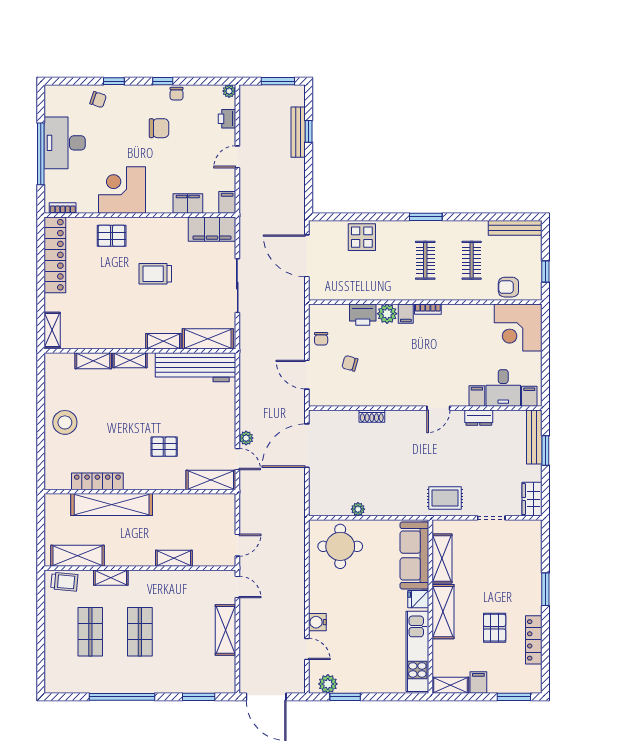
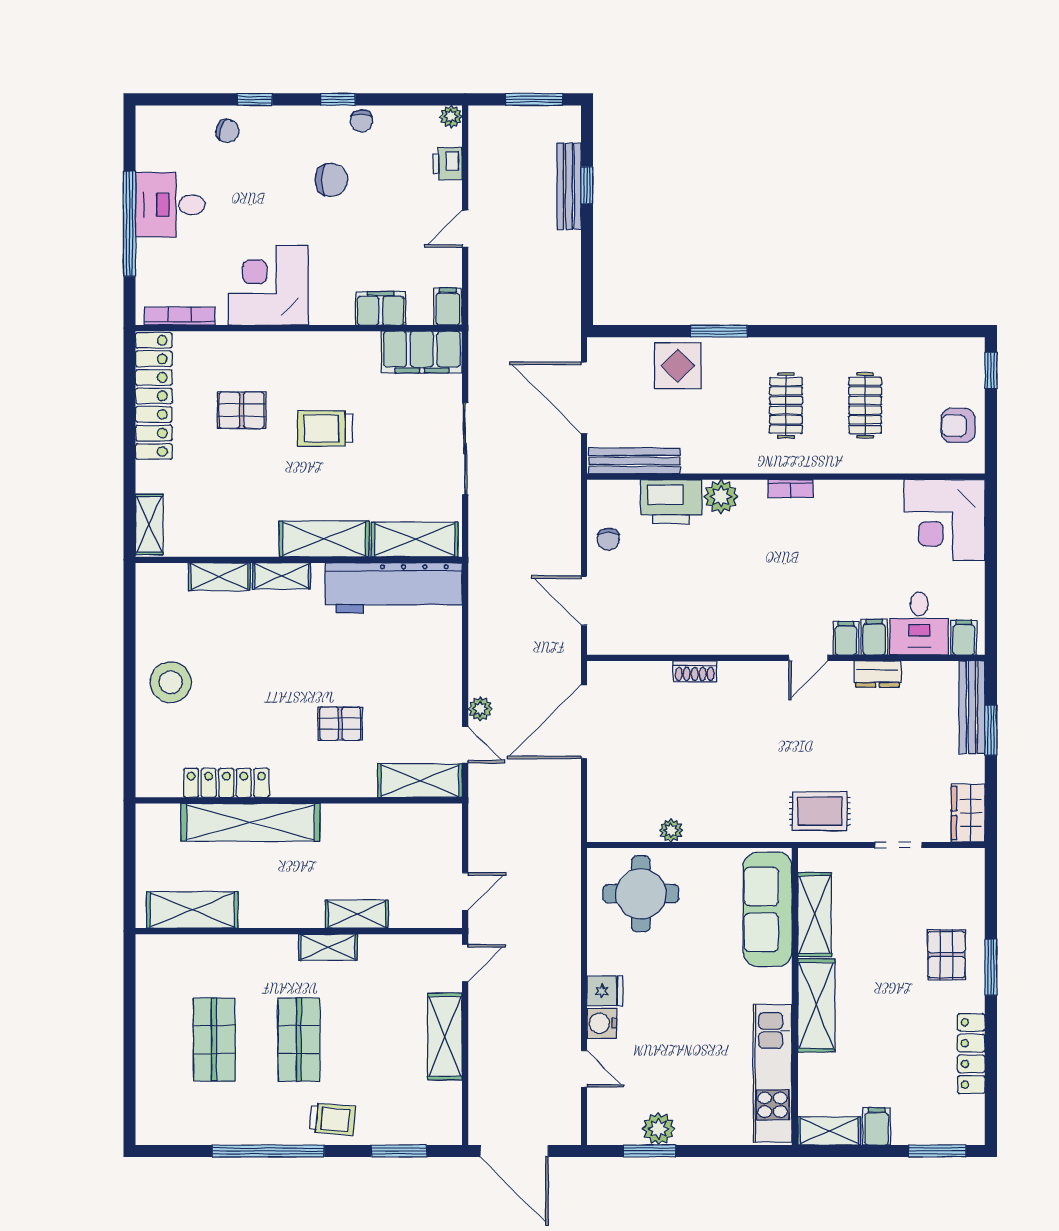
desk: (65, 143) -> (170, 205), width x0.73
bookcase: (63, 208) -> (180, 316), width x1.56
window: (426, 217) -> (719, 331), moved
bench: (515, 228) -> (634, 461), moved
pallet: (112, 236) -> (242, 410), moved
window: (545, 272) -> (991, 370), moved
armchair: (508, 287) -> (958, 426), moved
filing cabinet: (406, 314) -> (846, 638), moved, turned 180
printer: (363, 315) -> (671, 502), width x1.37, depth x1.19
shelving: (163, 341) -> (324, 539), width x1.50, depth x1.33
chair: (350, 363) -> (657, 581), removed
shelving: (111, 578) -> (328, 947), moved
trolley: (64, 582) -> (332, 1119), moved
door: (237, 587) -> (465, 963), hinge flipped
fridge: (418, 599) -> (605, 991), moved, turned 180
pallet: (495, 628) -> (946, 955), moved
plant: (328, 684) -> (659, 1129), moved

